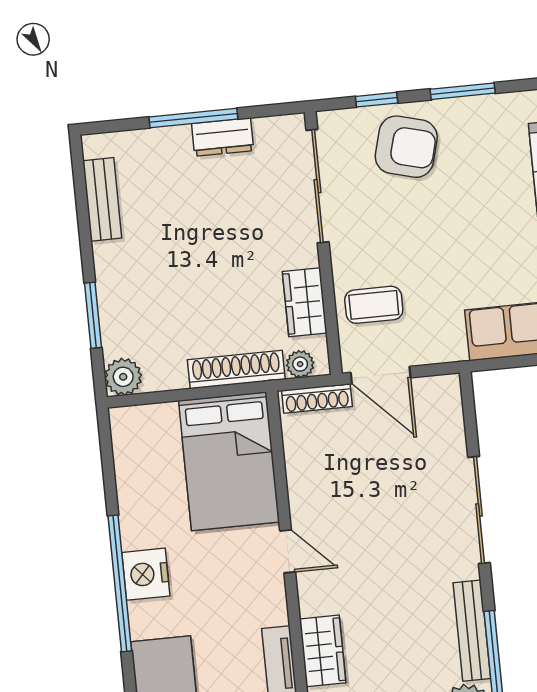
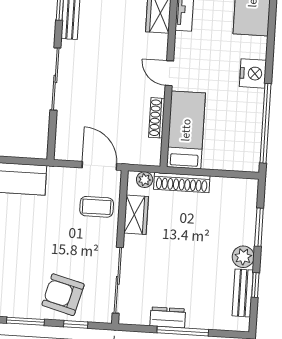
window: (83, 216) -> (255, 285), added
plant: (123, 377) -> (243, 257), moved
shoe rack: (317, 398) -> (157, 118), moved, turned -90
bed: (229, 461) -> (186, 130), width x0.67
window: (120, 583) -> (266, 123), moved

